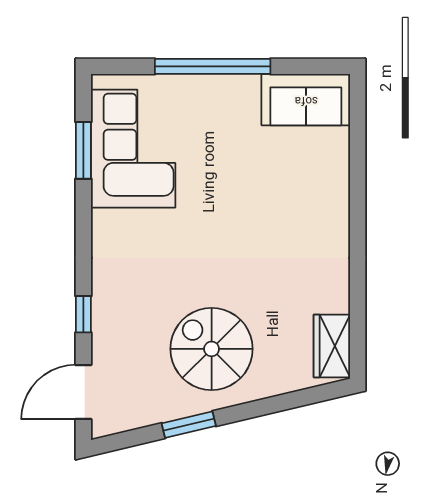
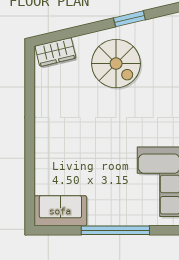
wardrobe: (332, 346) -> (55, 52), moved, turned 77

